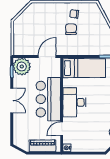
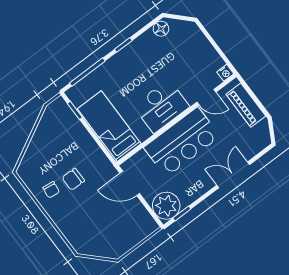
double door: (12, 100) -> (233, 175), moved

